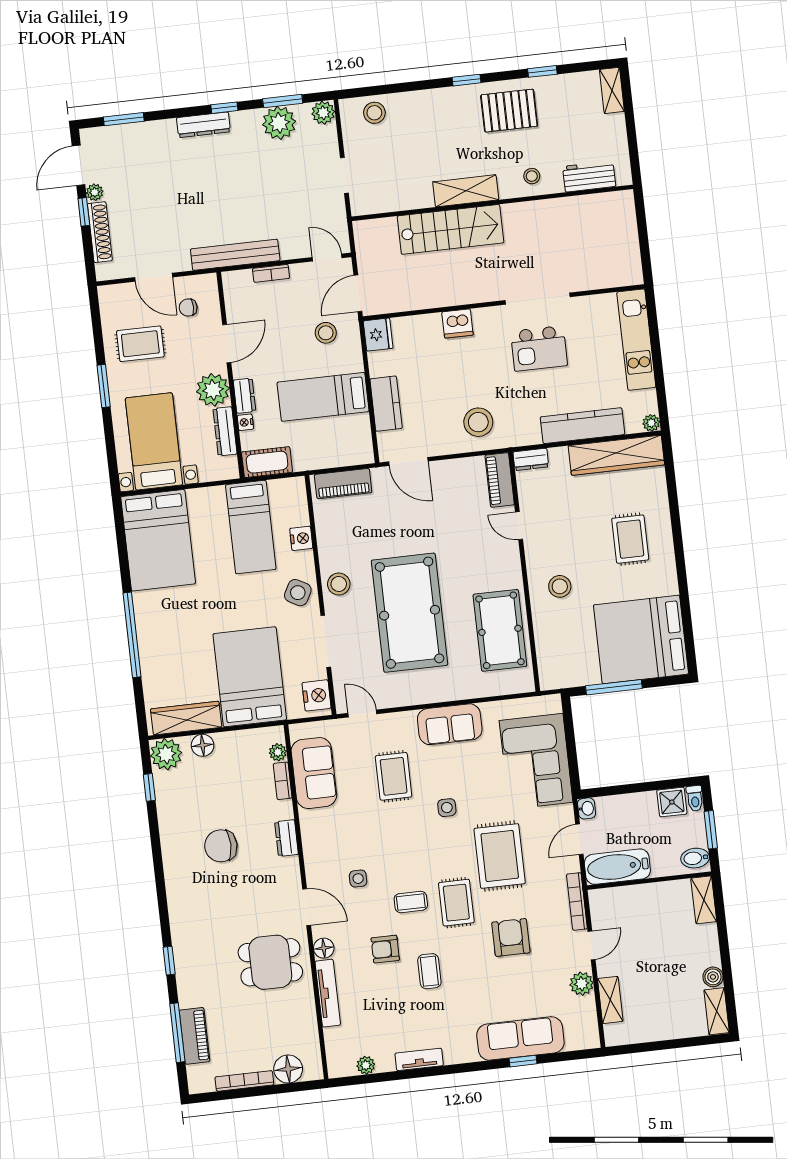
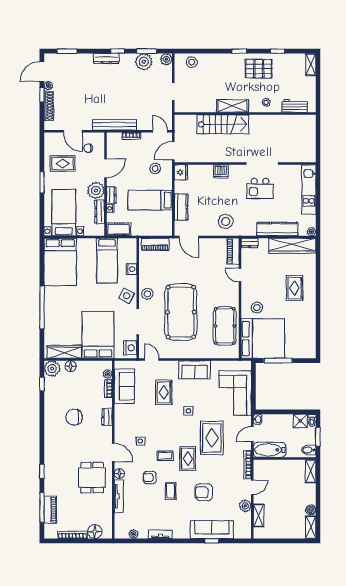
bed: (641, 639) -> (263, 338), moved, turned 180
armchair: (511, 937) -> (204, 492), moved, turned -90
dining table: (270, 962) -> (92, 478), turned 90

